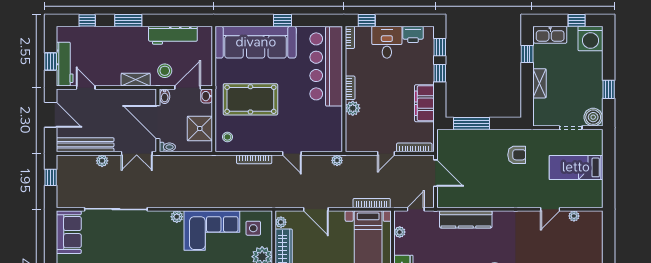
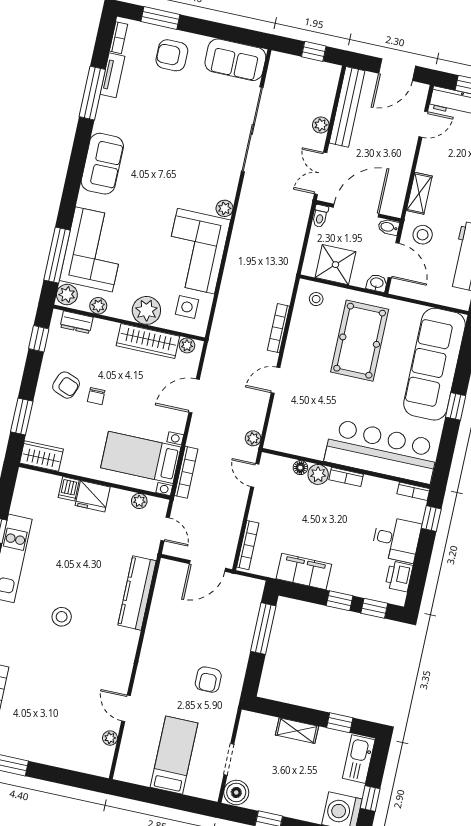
floor lamp: (351, 122) -> (300, 468), added
door: (386, 153) -> (255, 475), moved

